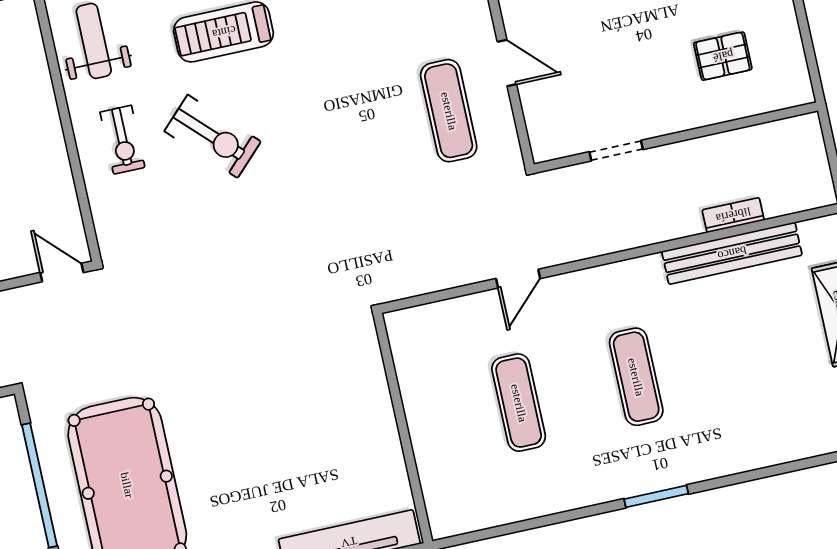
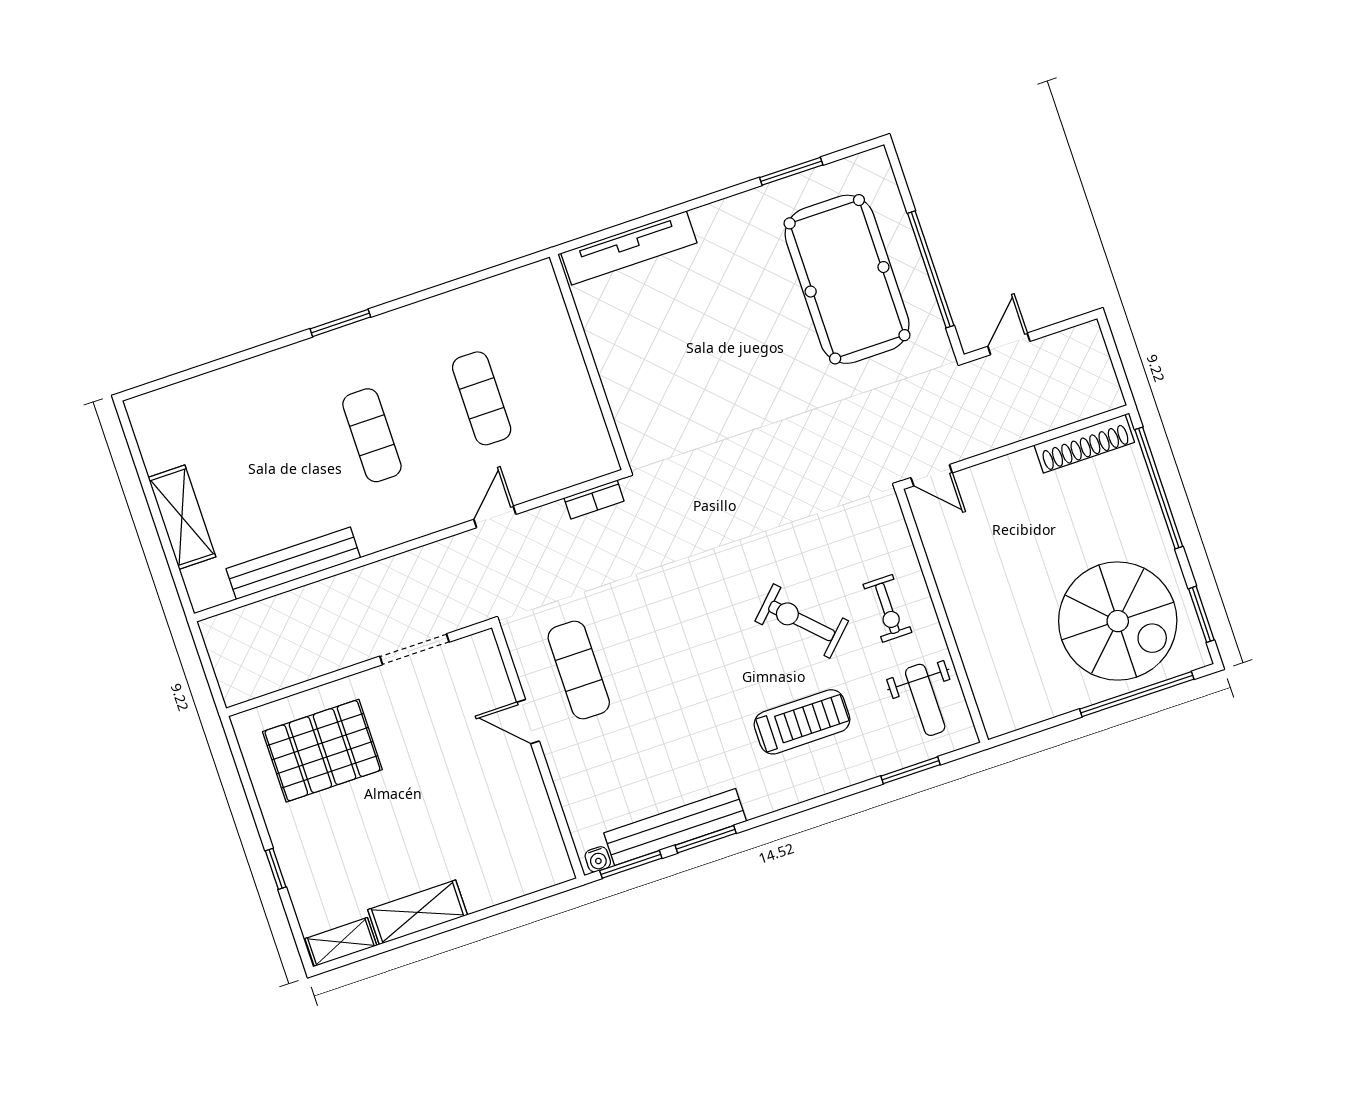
pallet: (723, 56) -> (322, 751), width x2.05, depth x2.00
exercise bike: (122, 140) -> (887, 608), turned 180
doorway: (616, 151) -> (415, 649), width x1.38
bookcase: (733, 215) -> (594, 500), moved

